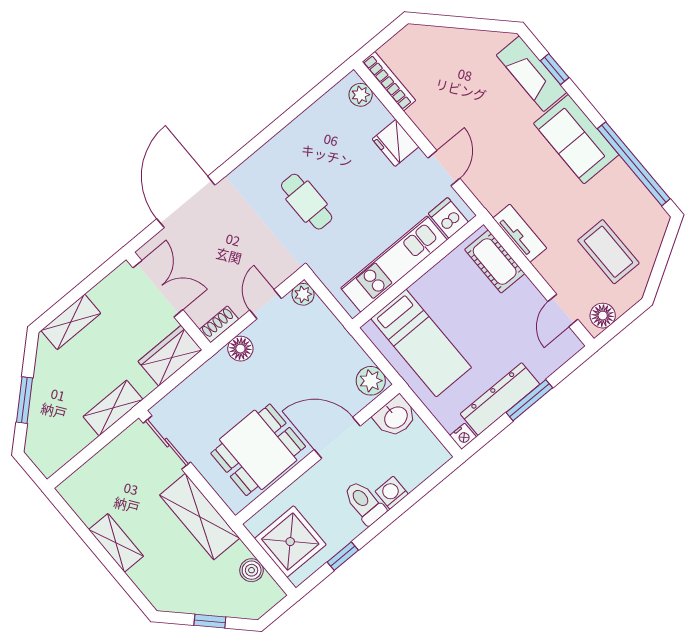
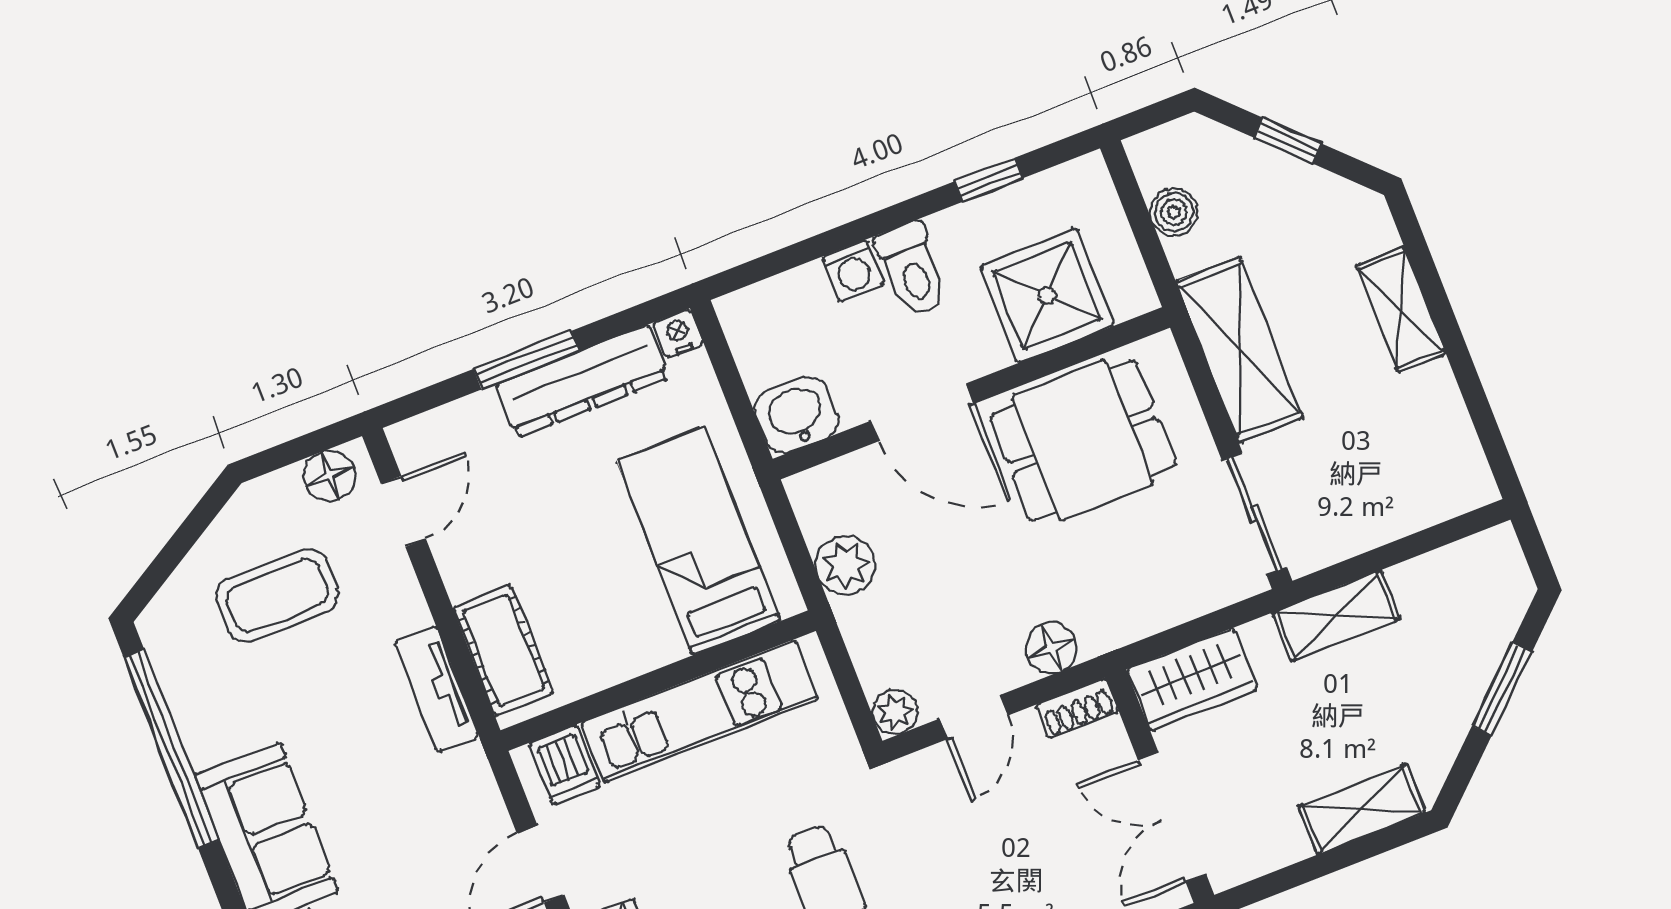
coffee table: (608, 252) -> (277, 596), turned 90
plant: (371, 381) -> (846, 566), moved
shower: (290, 542) -> (1047, 296), moved
shelving: (116, 543) -> (1401, 309), moved

